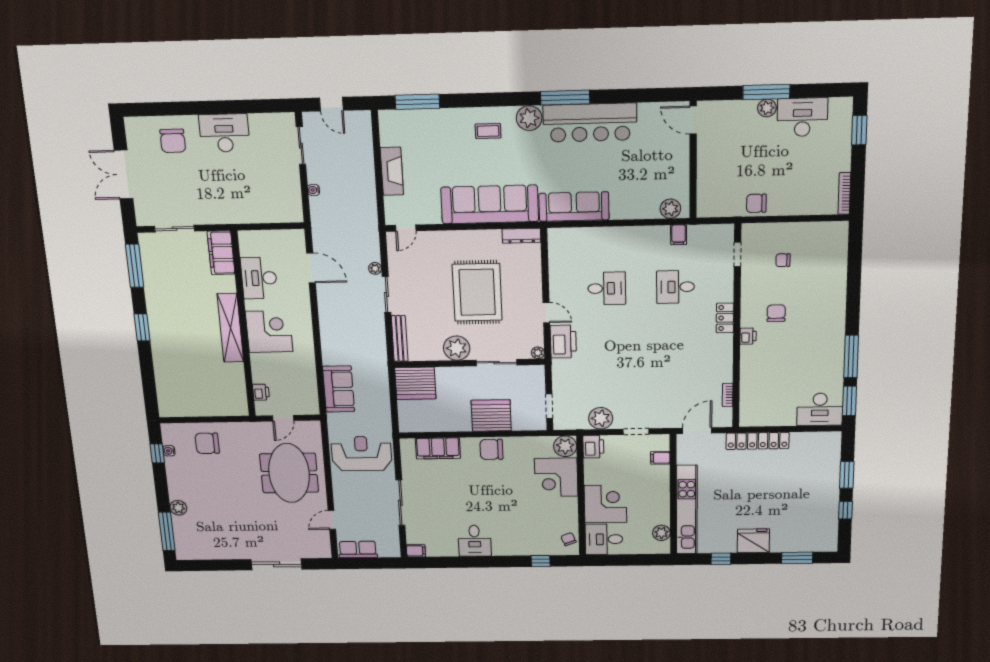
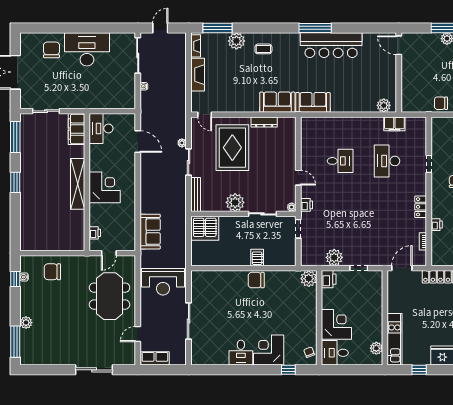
door: (331, 104) -> (160, 28), swing flipped
plant: (529, 118) -> (236, 41), moved
fireplace: (386, 129) -> (196, 46), added
desk: (224, 133) -> (87, 49), width x1.36, depth x1.30
chair: (173, 141) -> (52, 50), turned 180
sliding door: (301, 146) -> (138, 55), width x1.37
sofa: (490, 204) -> (277, 102), width x0.54, depth x0.79
sofa: (574, 207) -> (313, 102), width x0.73
door: (406, 228) -> (205, 115), hinge flipped
filing cabinet: (679, 235) -> (394, 124), width x2.00
dresser: (521, 236) -> (264, 122), moved
doorway: (738, 254) -> (429, 164), moved
desk: (259, 278) -> (101, 128), moved
desk: (676, 287) -> (387, 161), width x1.37
rug: (477, 292) -> (232, 148), moved
locker: (725, 318) -> (421, 207), moved
printer: (748, 336) -> (437, 225), moved
printer: (563, 342) -> (307, 205), width x0.53, depth x0.68
doorway: (549, 406) -> (298, 229), moved
server rack: (491, 416) -> (257, 258), width x0.46, depth x0.70
filing cabinet: (438, 448) -> (218, 279), removed
reception desk: (361, 454) -> (163, 282), turned 180
filing cabinet: (660, 458) -> (376, 289), removed
corner desk: (556, 477) -> (269, 350), moved, turned 90
kitchen unit: (687, 510) -> (395, 339), width x0.73
filing cabinet: (416, 551) -> (198, 360), removed

